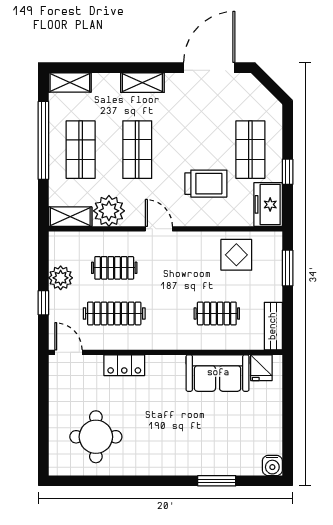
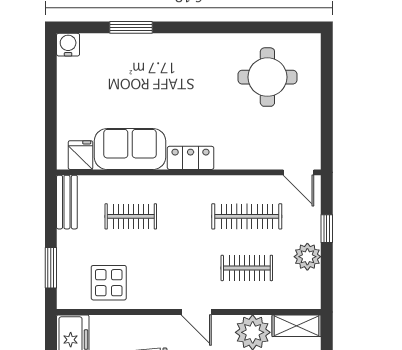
locker: (124, 365) -> (191, 158), moved

